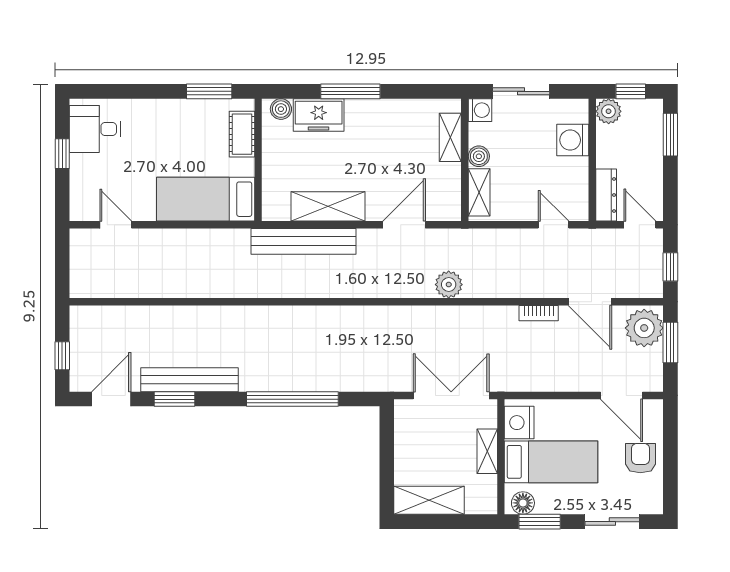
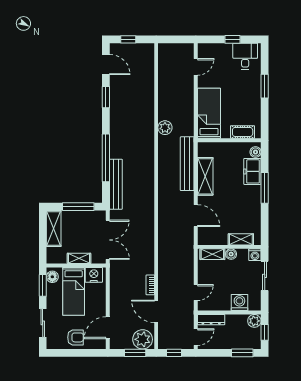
window: (209, 91) -> (265, 86), moved
plant: (449, 285) -> (165, 128), moved
door: (590, 302) -> (156, 311), hinge flipped
bench: (189, 380) -> (116, 184), moved
window: (387, 453) -> (78, 207), added

